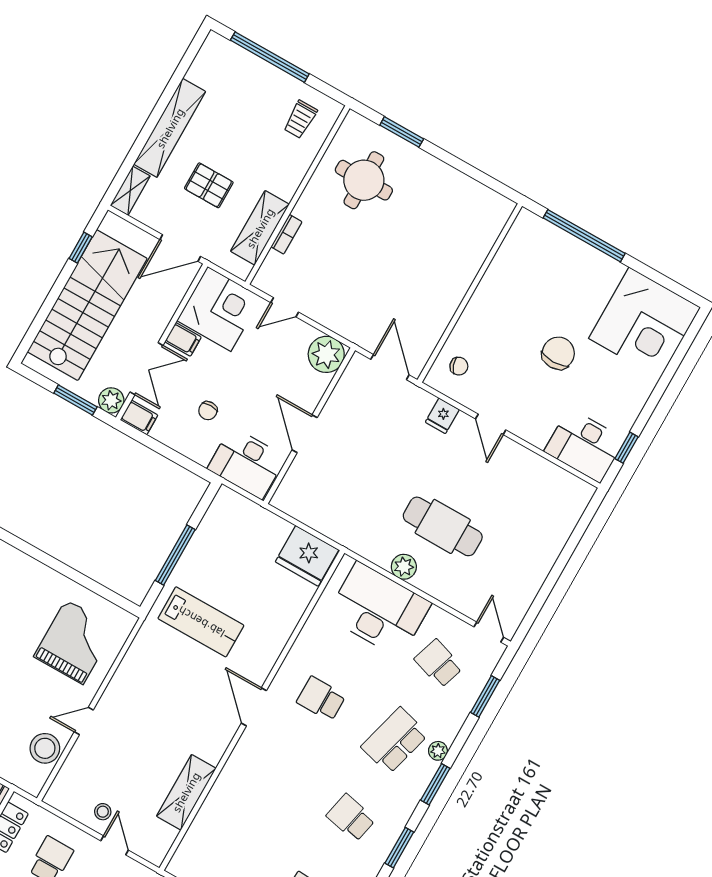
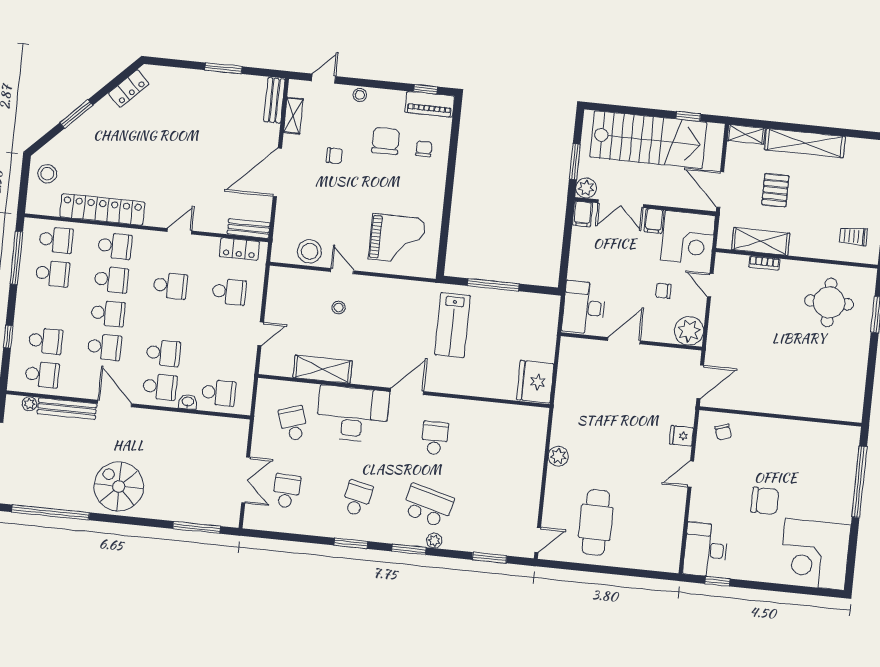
chair: (208, 411) -> (663, 291), moved
cafe table: (443, 526) -> (596, 522), moved
desk: (379, 610) -> (353, 414), moved, turned -90
school desk: (438, 663) -> (293, 423), moved, turned -36
stool: (103, 812) -> (339, 307), moved

